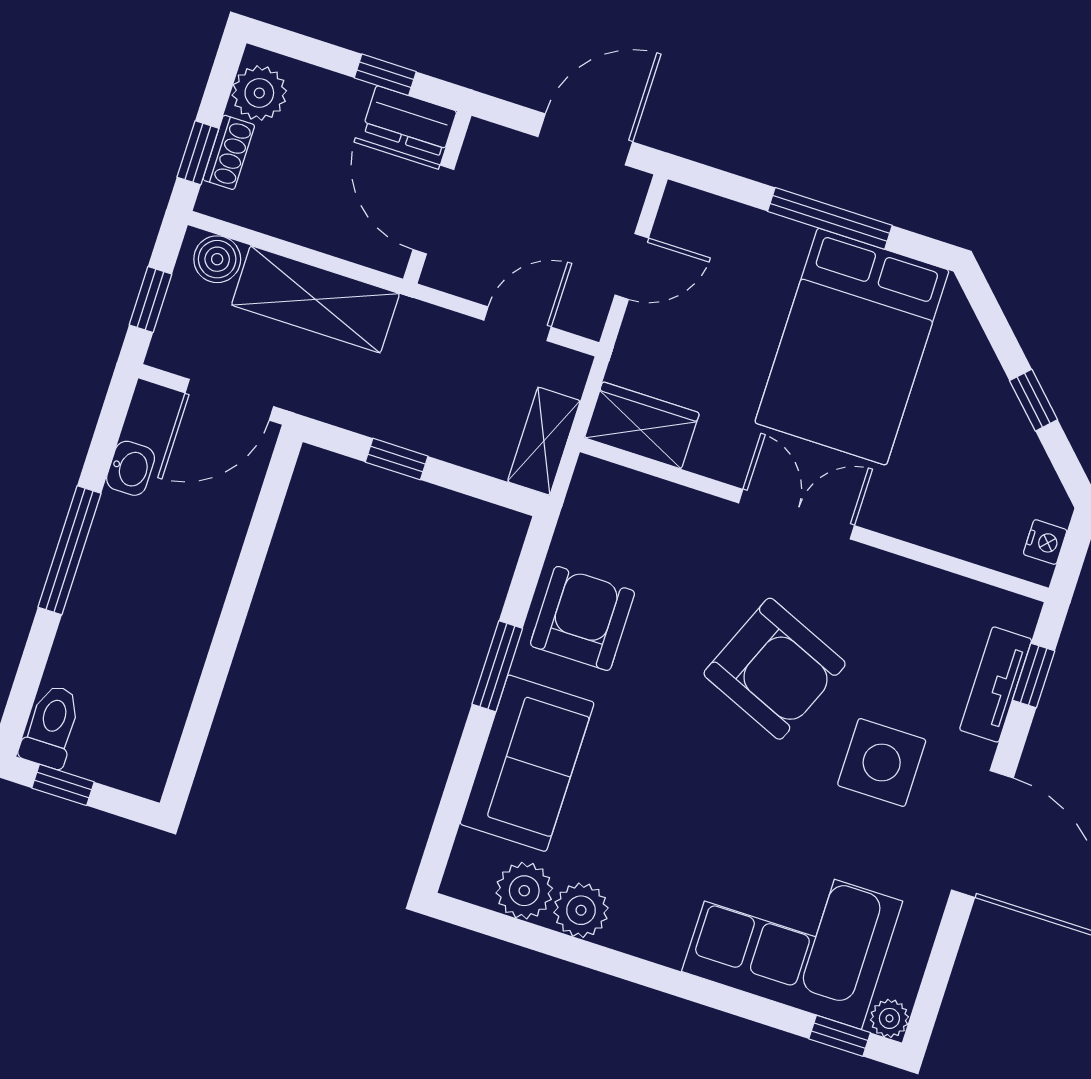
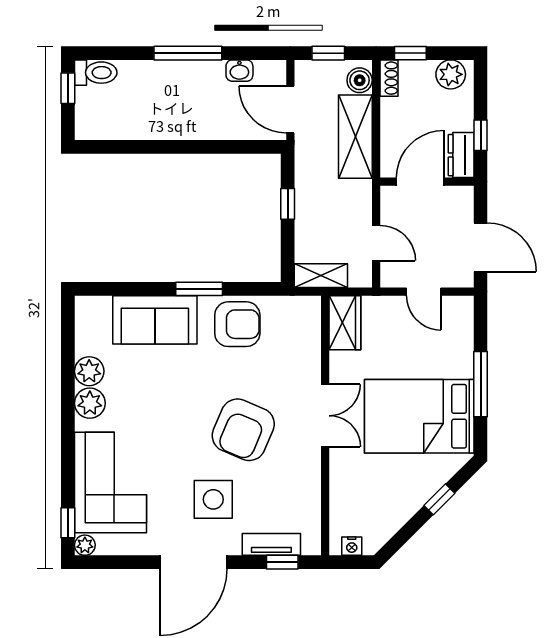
shoe rack: (229, 152) -> (389, 78), moved, turned -90
window: (1034, 400) -> (439, 499), moved
plant: (524, 891) -> (90, 403), moved

